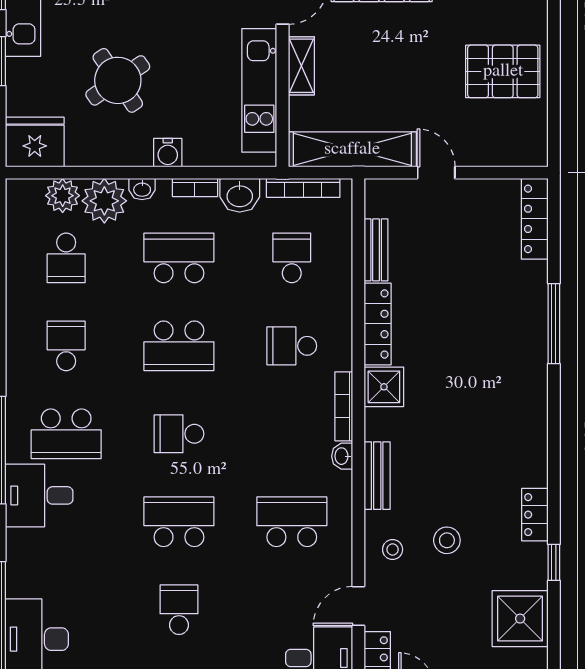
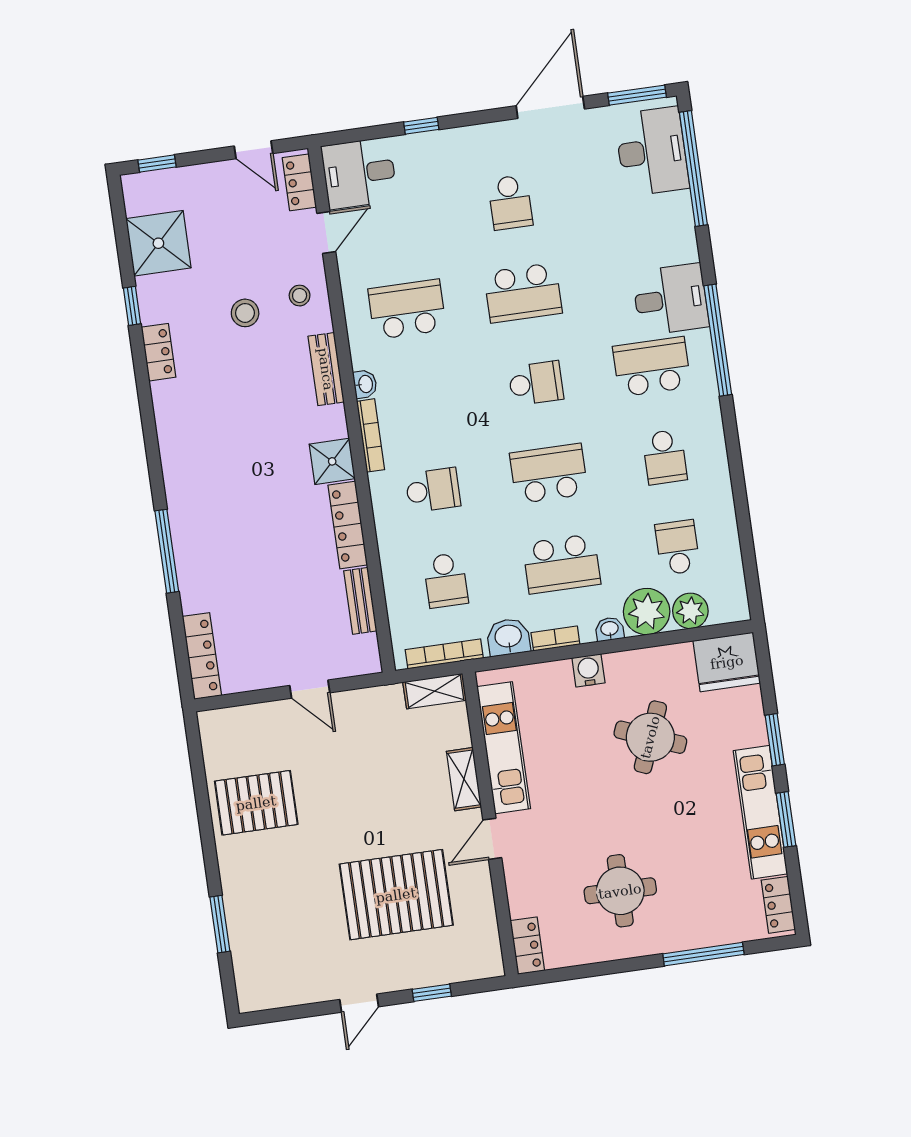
round table: (118, 80) -> (650, 737), turned -34
shelving: (352, 149) -> (435, 691), width x0.45, depth x0.75
school desk: (292, 522) -> (407, 309), turned 180

